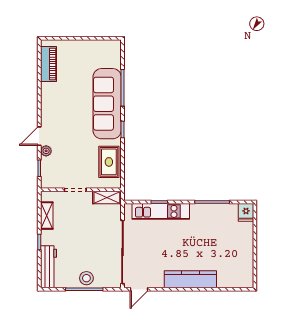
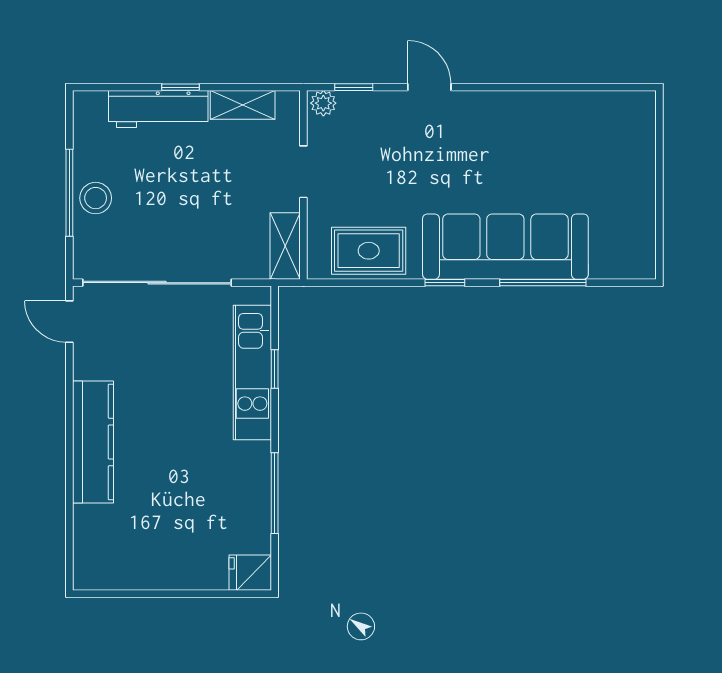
piano: (48, 64) -> (599, 109), removed
plant: (46, 151) -> (323, 103), moved
workbench: (48, 267) -> (158, 109), moved

